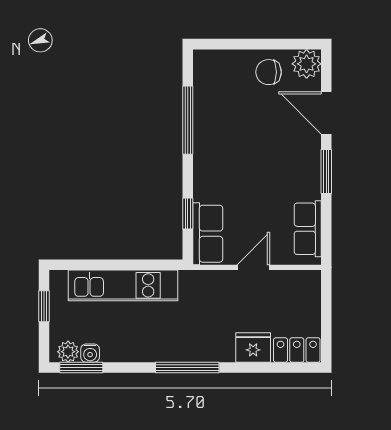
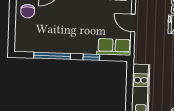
window: (188, 214) -> (91, 57), moved

